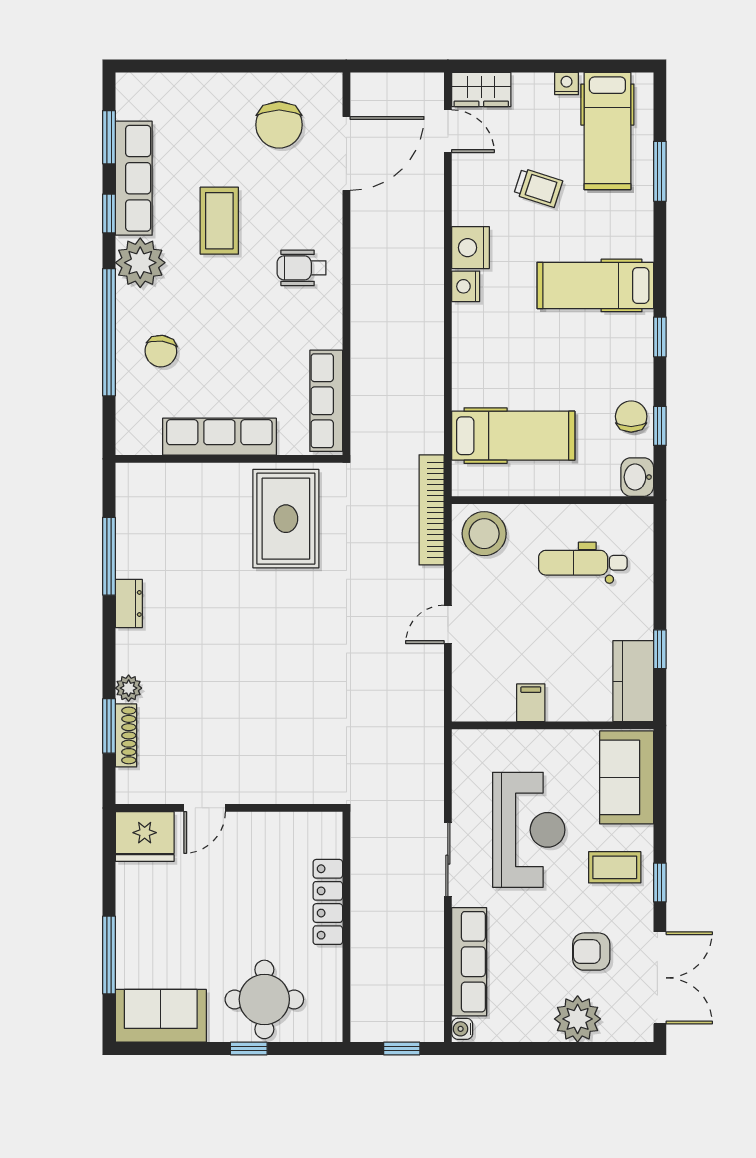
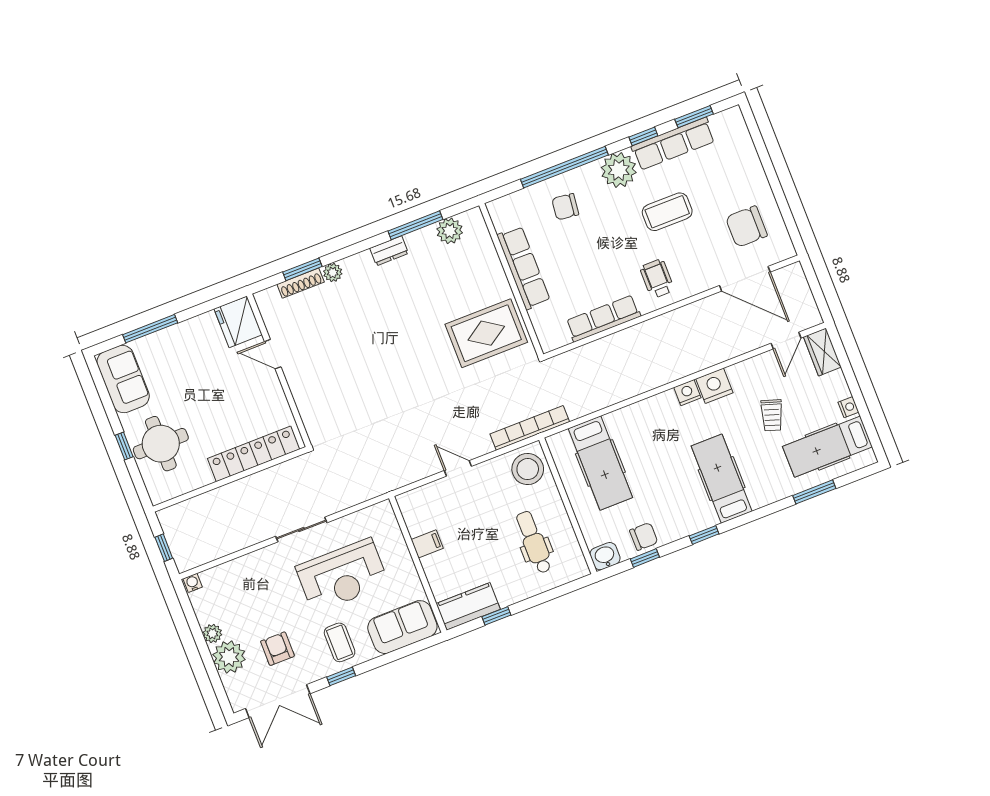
row of seats: (326, 401) -> (603, 318), moved
plant: (134, 514) -> (450, 231), added
locker: (328, 902) -> (254, 454), width x1.41, depth x1.21
row of seats: (469, 962) -> (239, 570), removed
plant: (538, 1029) -> (212, 634), added

